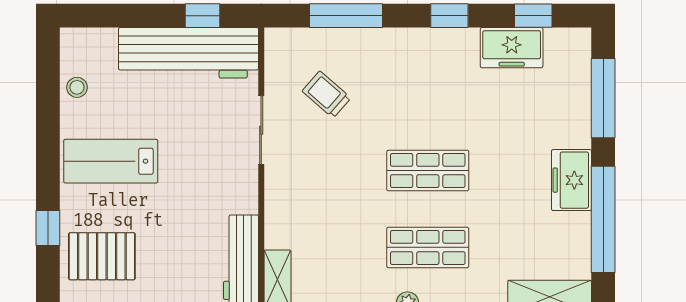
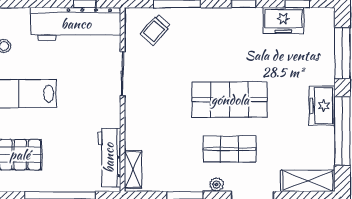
trolley: (326, 94) -> (155, 30), moved, turned -90
shop shelf: (428, 171) -> (230, 100), width x1.43, depth x1.36

